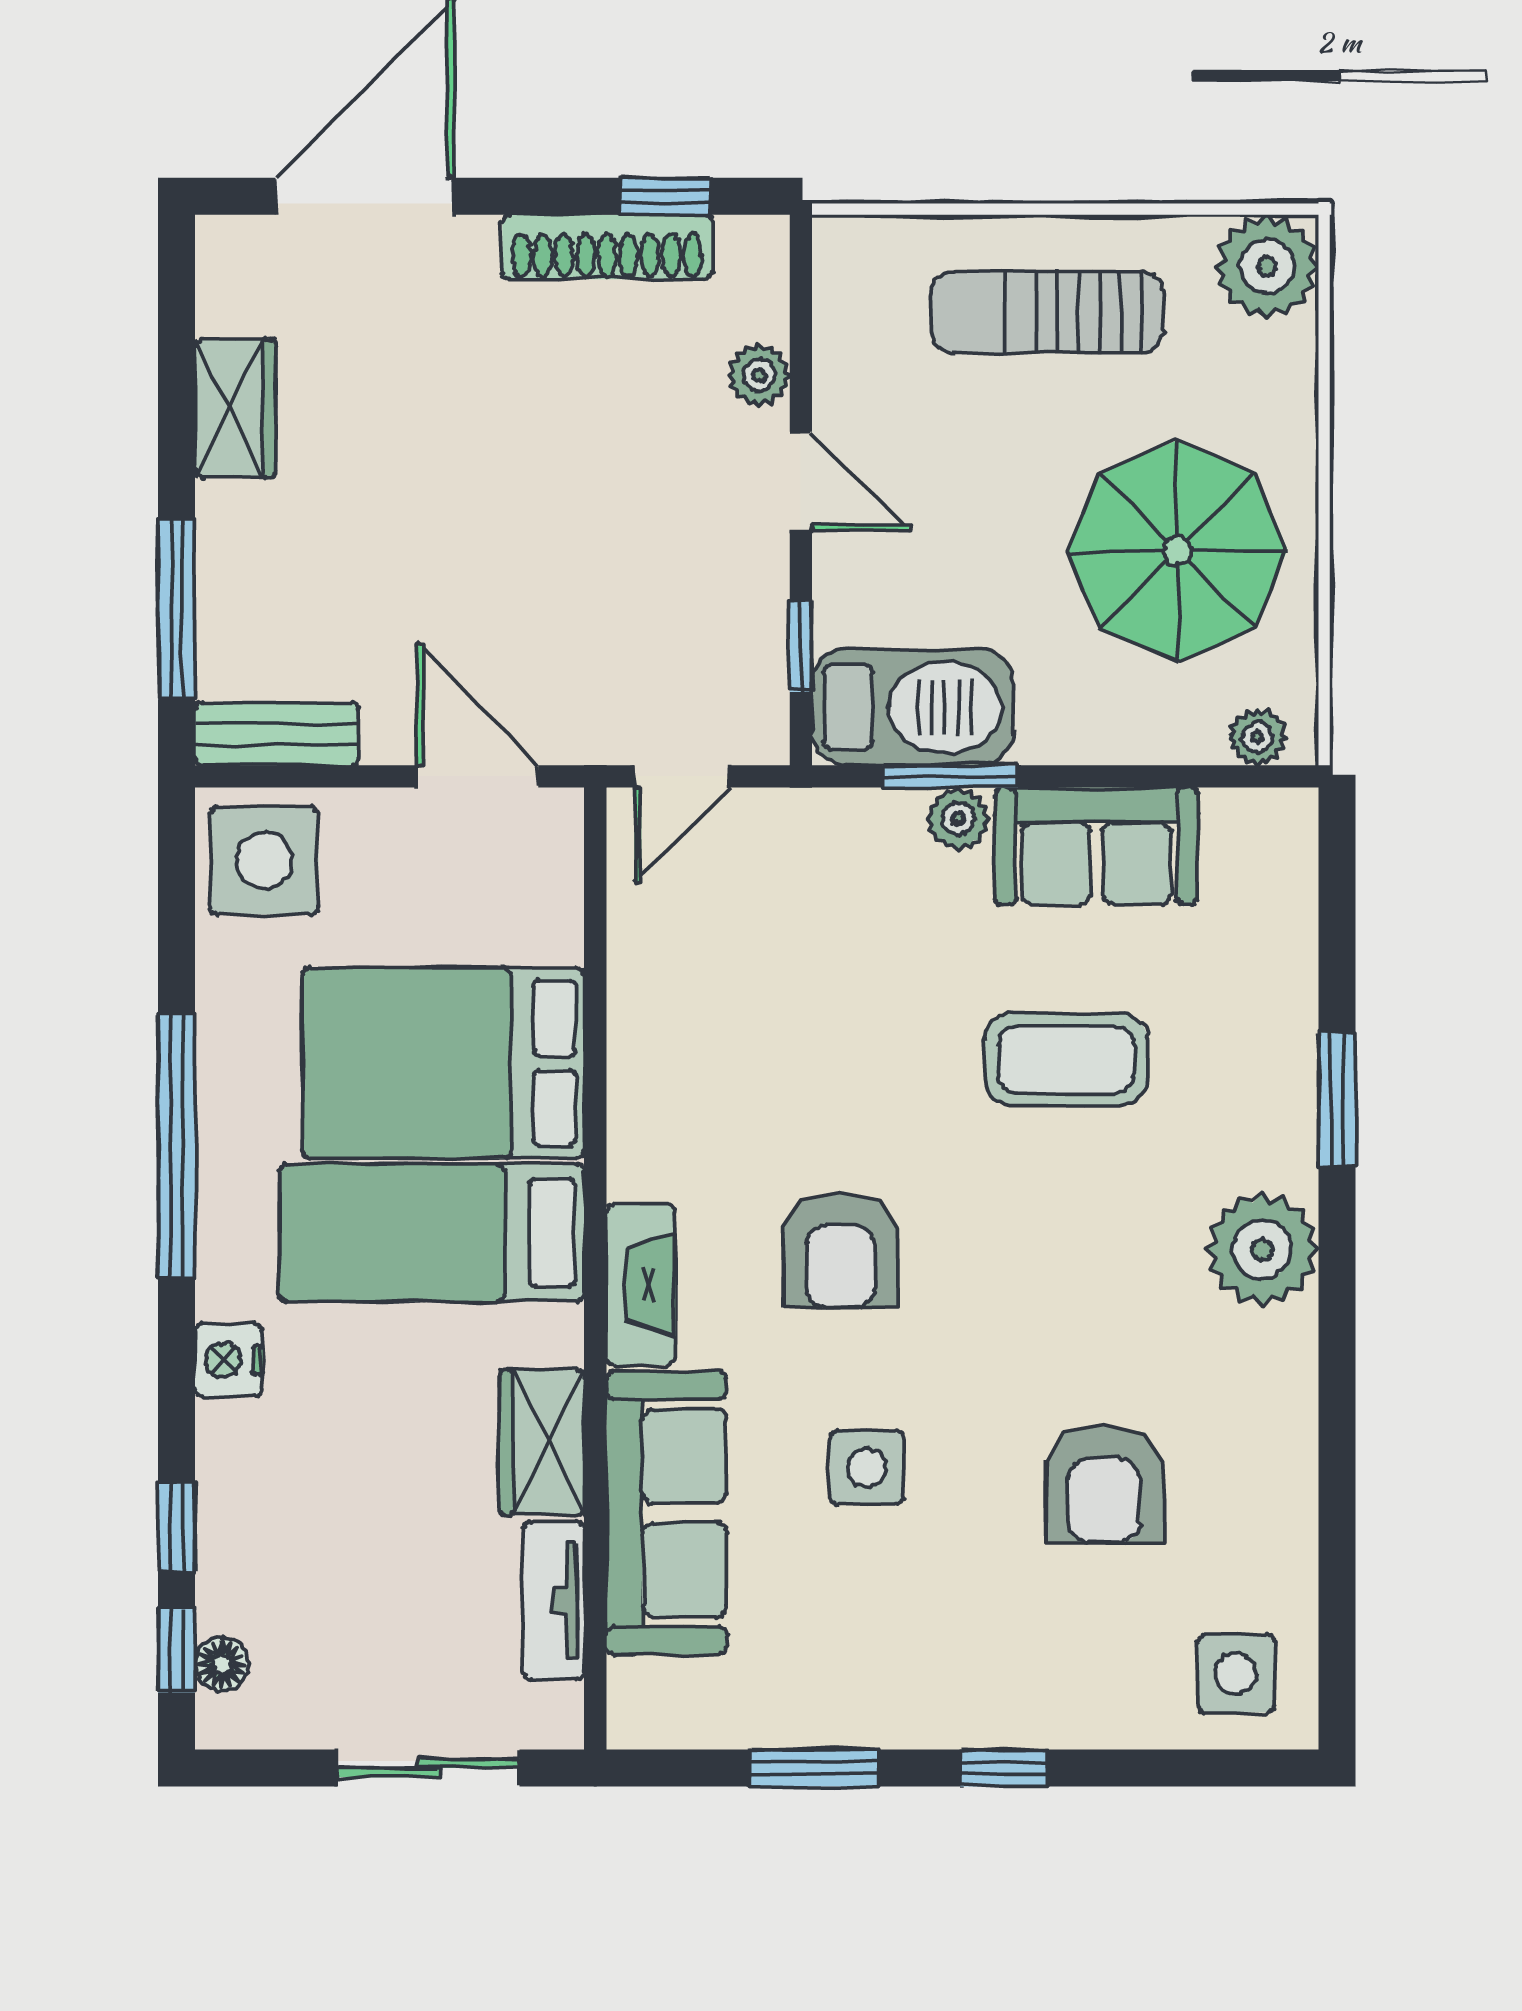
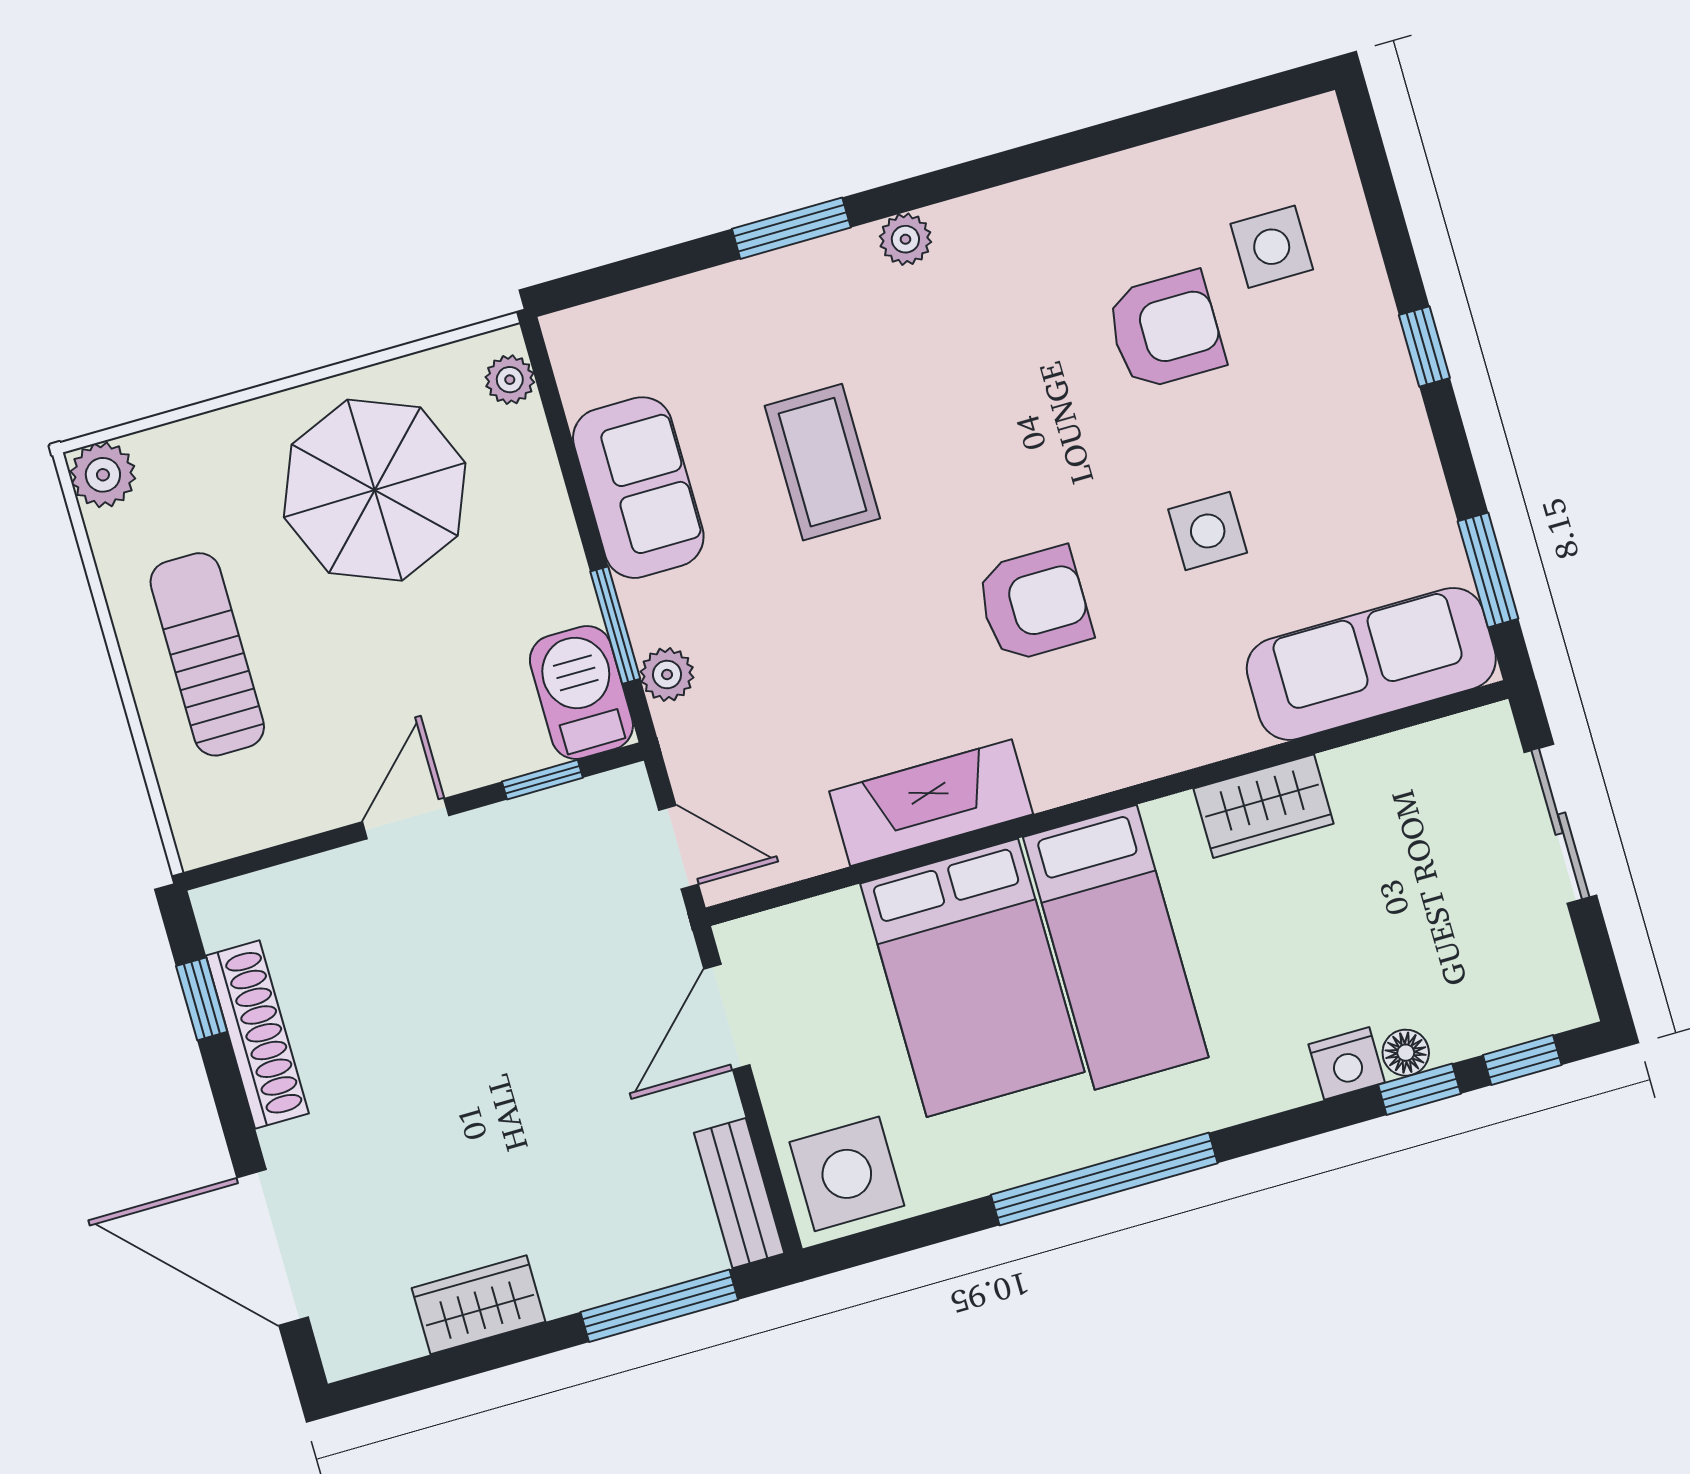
plant: (1267, 266) -> (103, 475), width x0.73, depth x0.73
sun lounger: (1047, 312) -> (207, 654), turned 180
plant: (759, 375) -> (328, 878), removed
barbecue: (913, 707) -> (581, 693), width x0.73, depth x0.83
plant: (958, 819) -> (667, 674), moved
plant: (1262, 1249) -> (905, 239), width x0.53, depth x0.53
fireplace: (641, 1285) -> (931, 803), moved, width x1.37, depth x1.32
nightstand: (229, 1360) -> (1347, 1063), moved
sofa: (667, 1513) -> (1371, 664), moved
tv unit: (554, 1600) -> (1392, 759), removed
floor lamp: (222, 1664) -> (1406, 1053), moved
side table: (1236, 1674) -> (1272, 247), moved
window: (814, 1768) -> (1488, 570), moved

